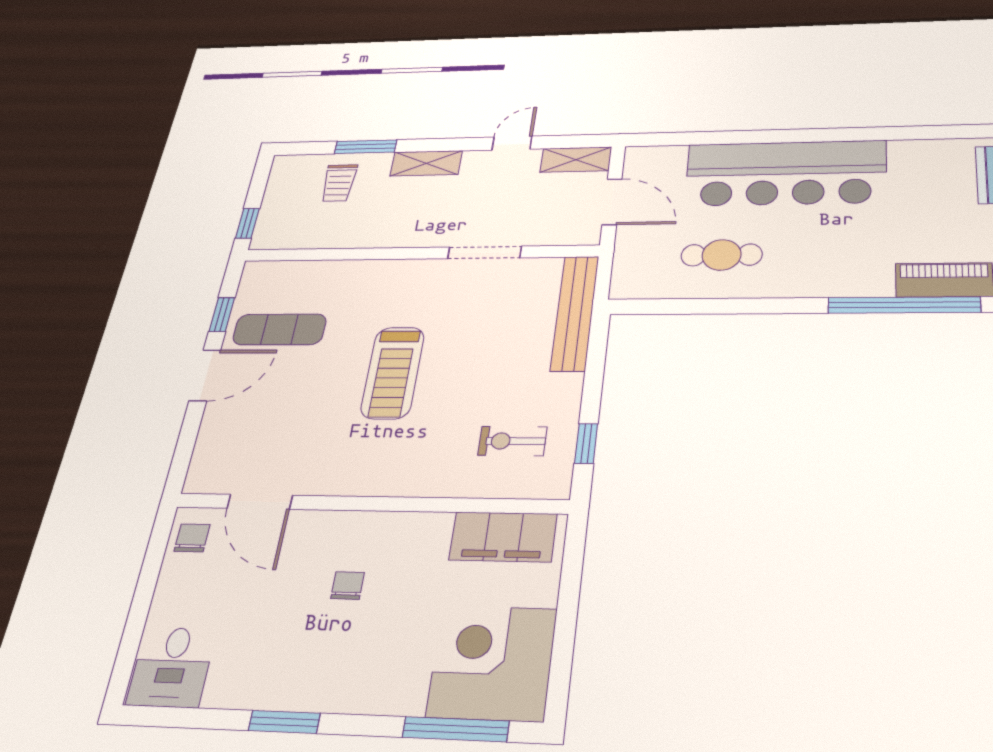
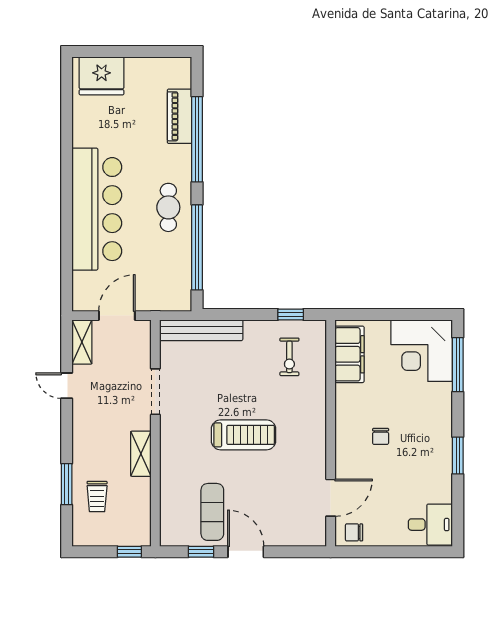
shelving: (426, 163) -> (141, 454), moved
trolley: (339, 183) -> (97, 497), turned 90
cafe table: (722, 255) -> (168, 207), moved
window: (715, 306) -> (197, 247), added
chair: (348, 586) -> (381, 436), turned -90

